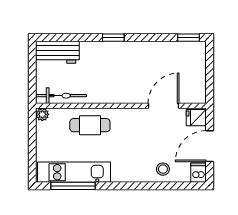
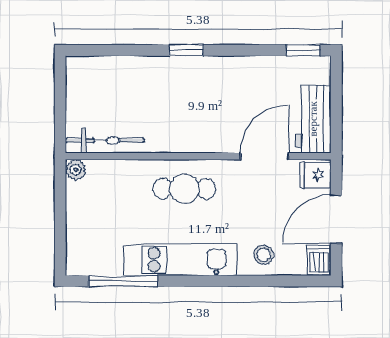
workbench: (57, 52) -> (313, 119), moved, turned 90
cafe table: (90, 125) -> (184, 189), moved
kitchen unit: (74, 172) -> (180, 260), moved

